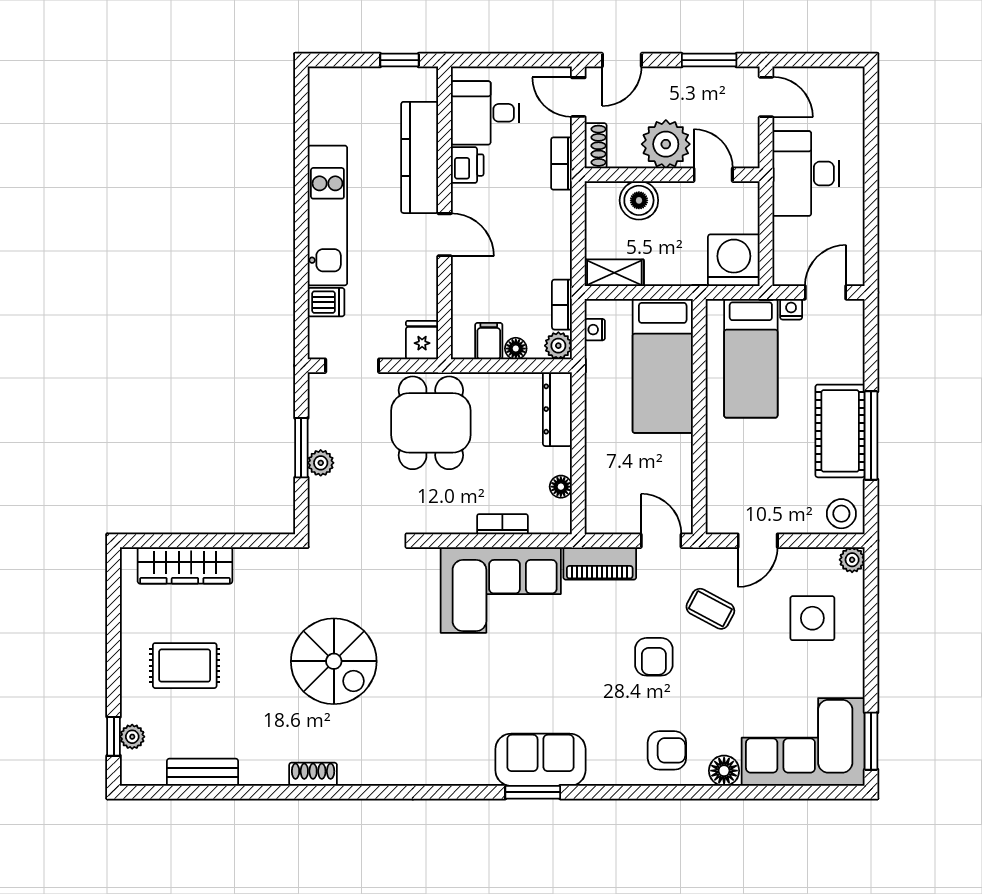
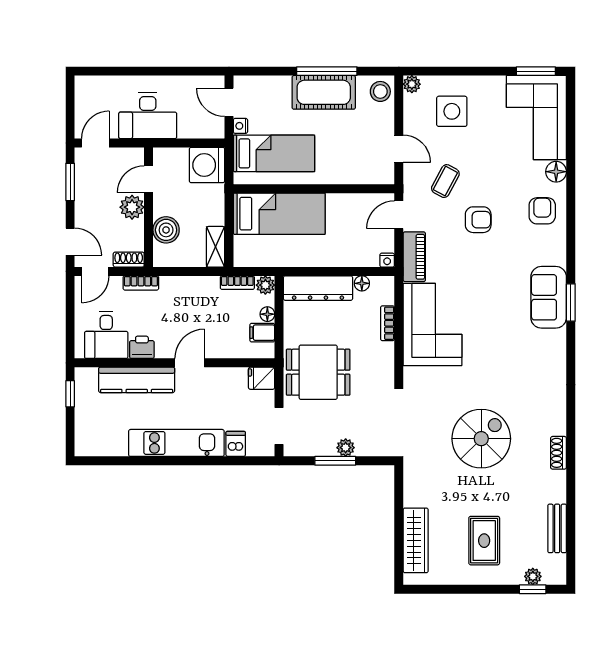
plant: (666, 144) -> (132, 207), width x0.73, depth x0.73
nightstand: (595, 330) -> (387, 260), moved
dresser: (557, 409) -> (318, 288), width x1.37, depth x1.24

